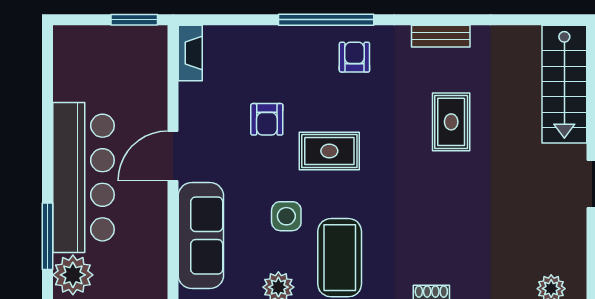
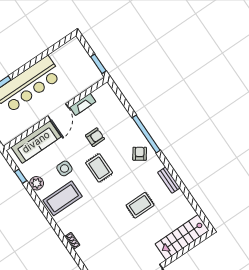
fireplace: (190, 53) -> (83, 104), moved
armchair: (354, 57) -> (140, 154), turned -55
armchair: (267, 119) -> (95, 137), turned 180
door: (173, 156) -> (58, 112), swing flipped

